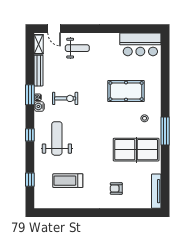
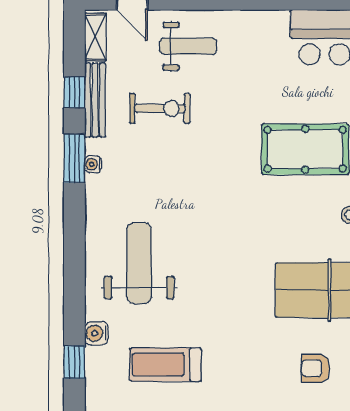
exercise bike: (65, 98) -> (160, 108), moved
water cooler: (39, 107) -> (96, 333), moved
window: (30, 135) -> (74, 92), moved
armchair: (116, 189) -> (316, 368), moved

